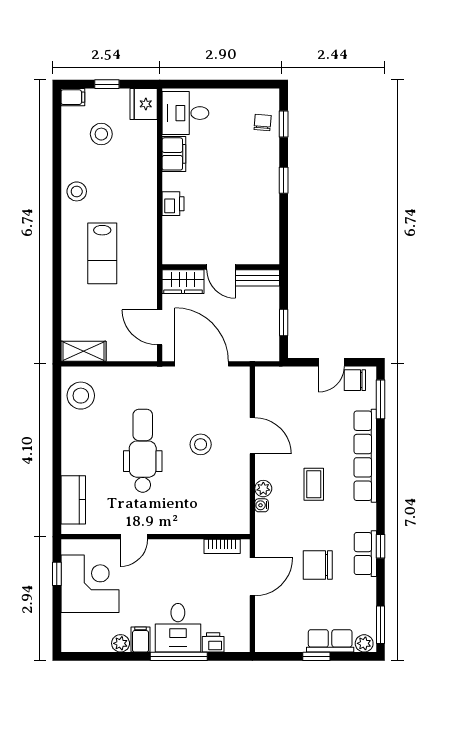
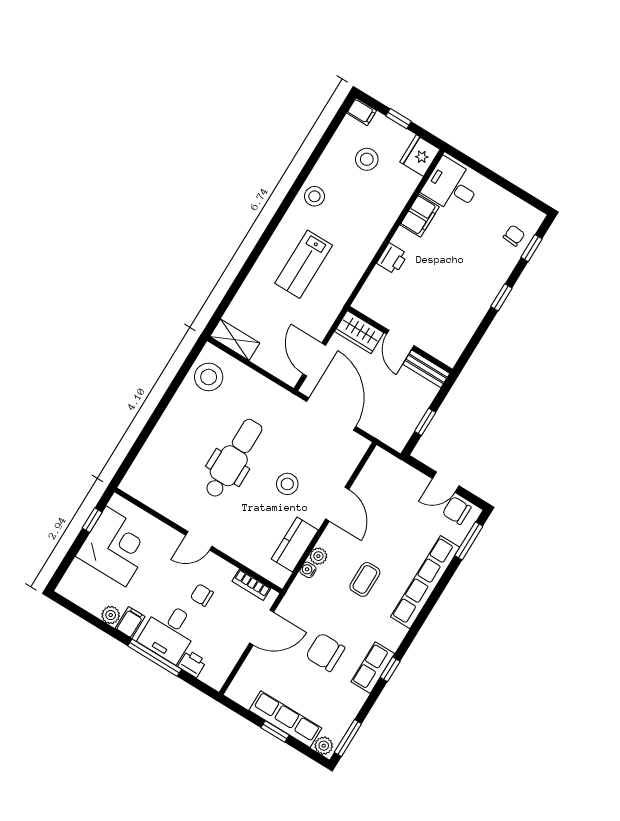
kitchen counter: (73, 500) -> (295, 544), moved, turned 180
door: (134, 537) -> (199, 541), moved
chair: (186, 580) -> (202, 595), added
row of seats: (330, 641) -> (285, 719), width x1.48

